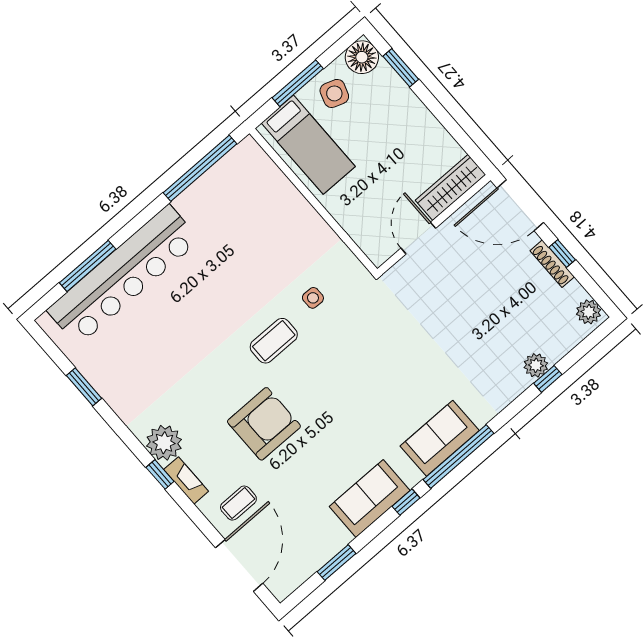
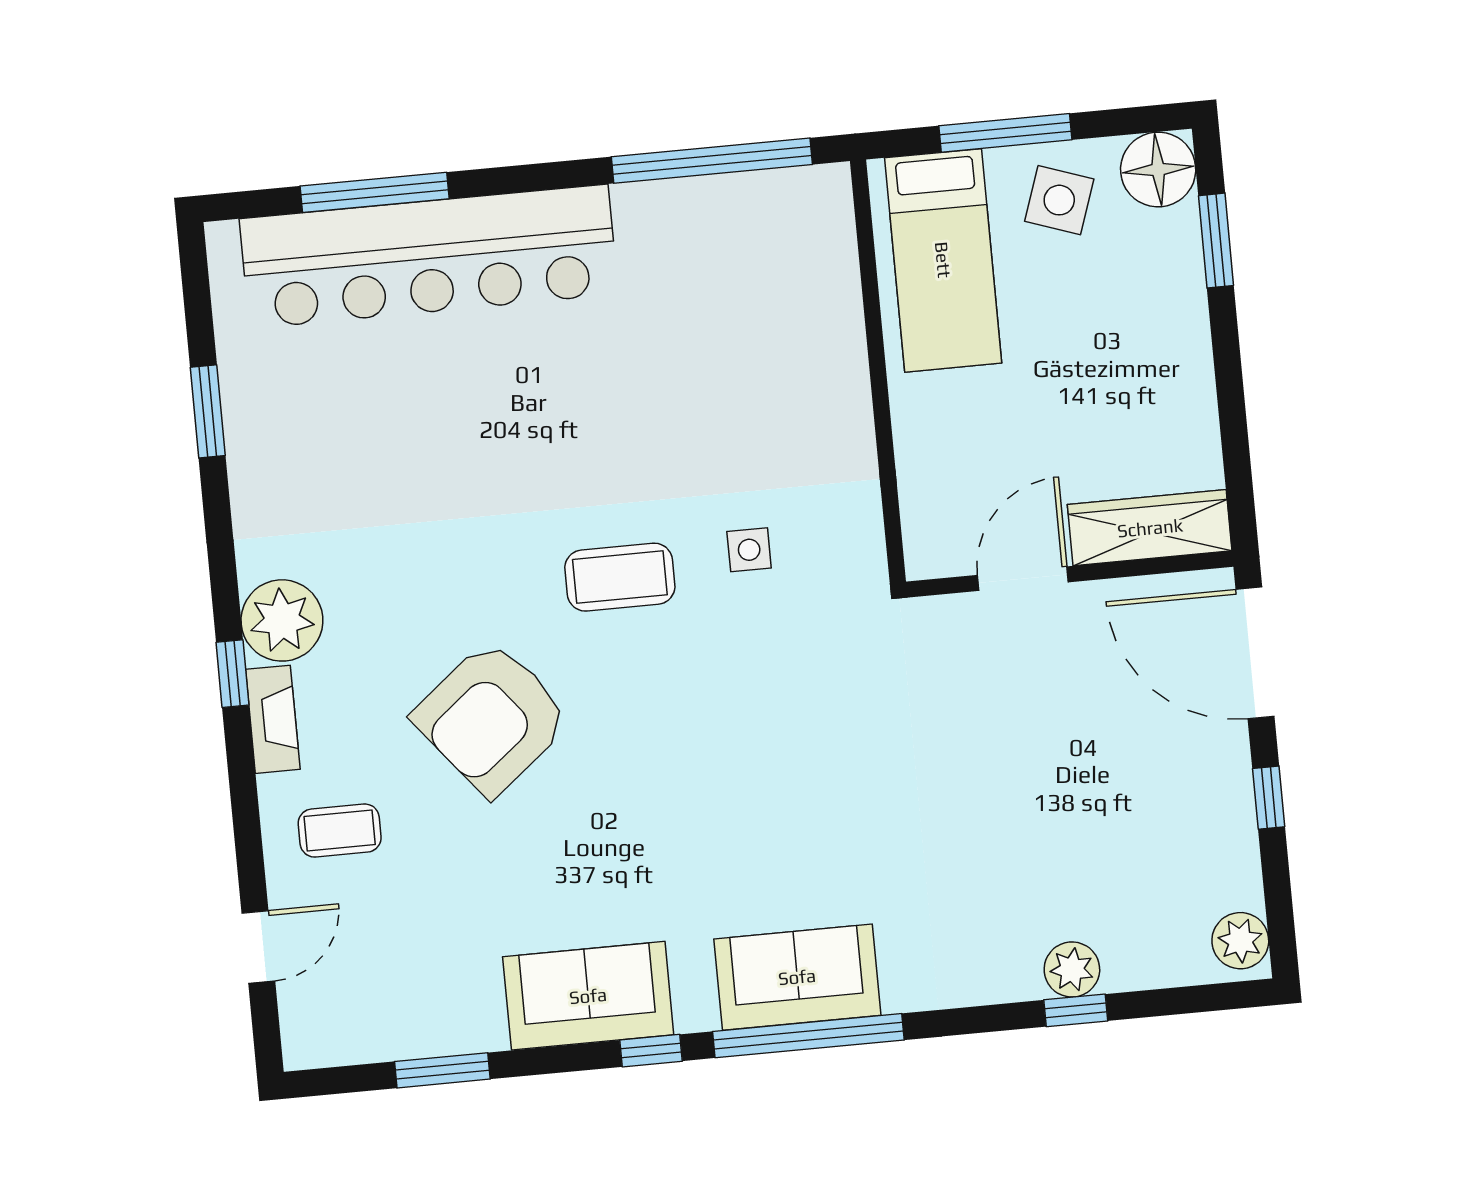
shoe rack: (552, 264) -> (1237, 803), removed
armchair: (264, 424) -> (492, 718), turned 141
door: (239, 566) -> (258, 947), width x0.53

